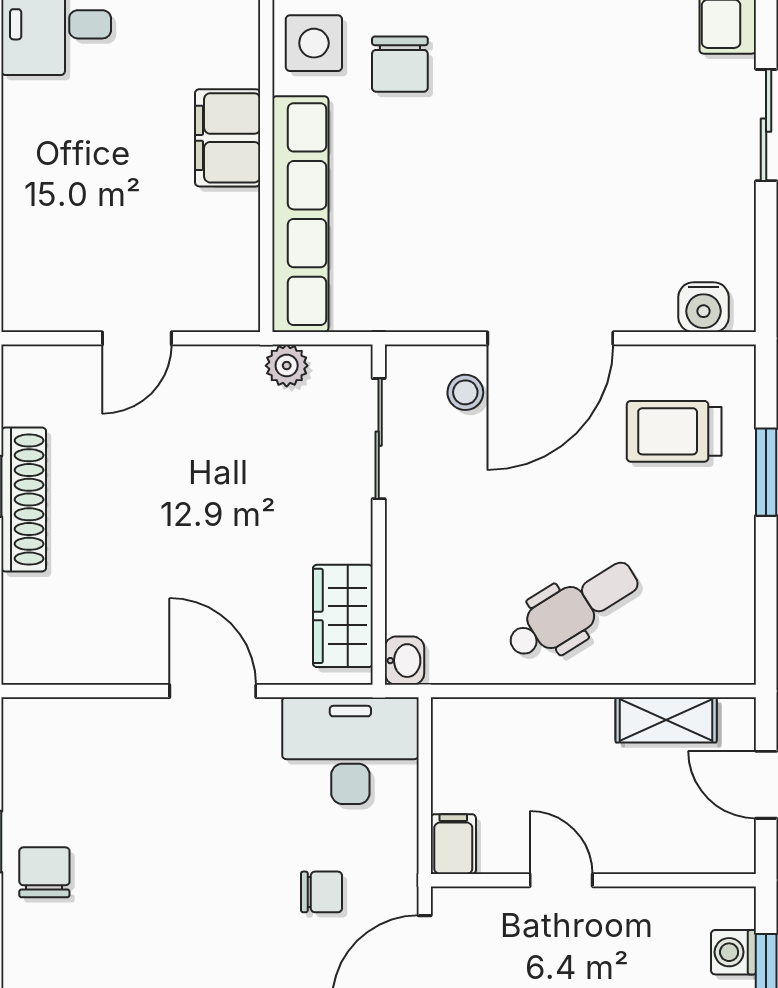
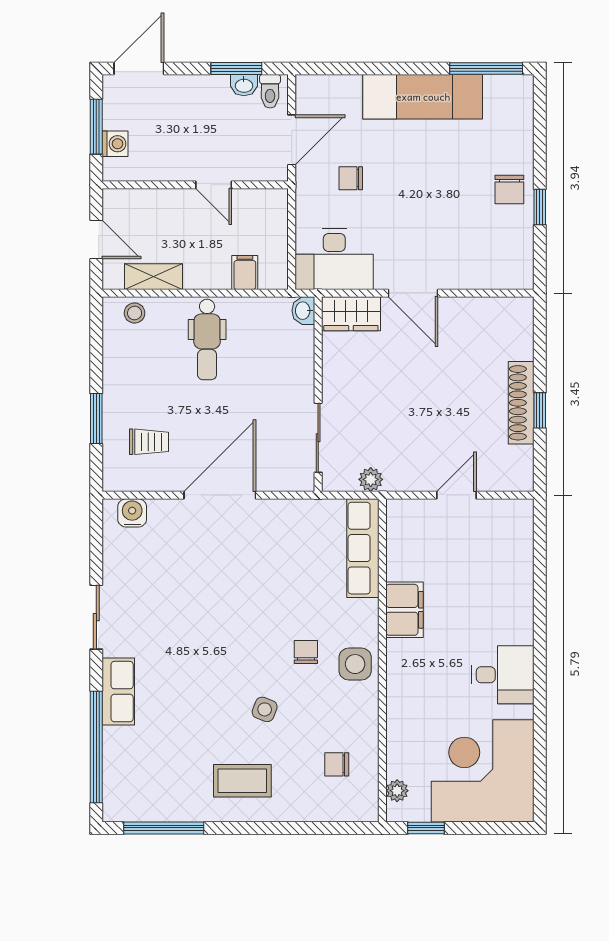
chair: (400, 64) -> (306, 652), width x0.73, depth x0.73
row of seats: (300, 214) -> (363, 548), width x0.73
stool: (465, 392) -> (135, 313), moved
trolley: (674, 431) -> (149, 442), width x0.73, depth x0.72
dental chair: (573, 610) -> (207, 340), turned -58
wardrobe: (343, 616) -> (351, 314), moved, turned 90
filing cabinet: (453, 844) -> (245, 273), moved, turned 180

